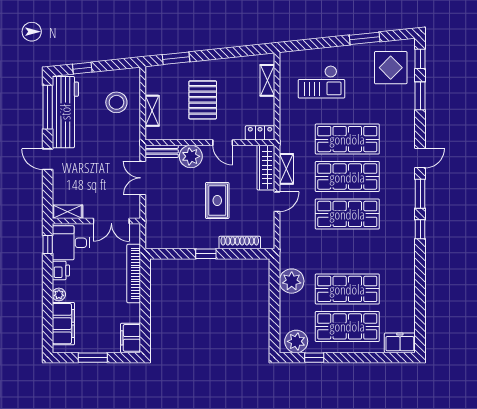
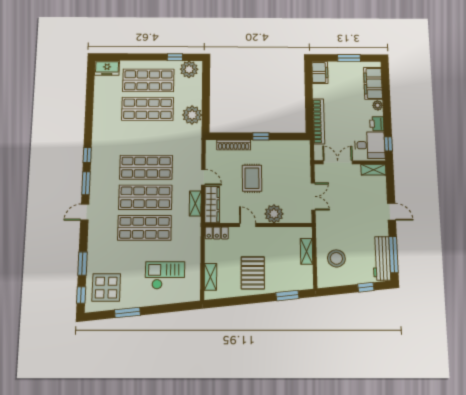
pallet: (203, 100) -> (253, 273), moved
workbench: (65, 112) -> (381, 258), width x0.73, depth x0.76
bench: (162, 151) -> (298, 218), removed
door: (277, 202) -> (203, 177), swing flipped

